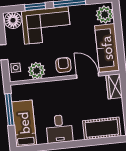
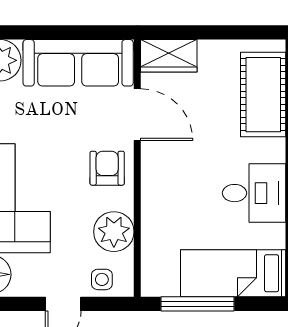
armchair: (63, 65) -> (107, 168), turned 90
door: (88, 76) -> (137, 115), swing flipped

